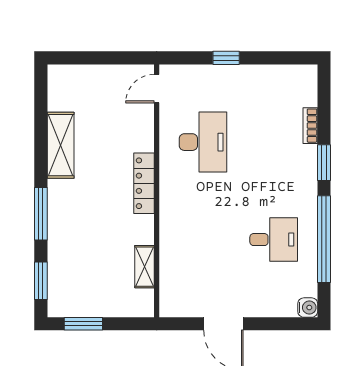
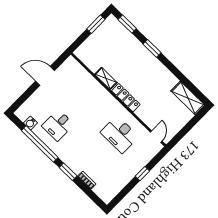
shelving: (61, 145) -> (188, 98), moved
window: (41, 214) -> (152, 48), width x0.69
shelving: (144, 267) -> (106, 78), moved
water cooler: (308, 308) -> (30, 123), moved

